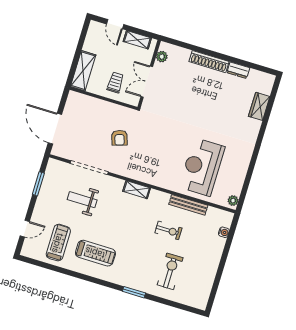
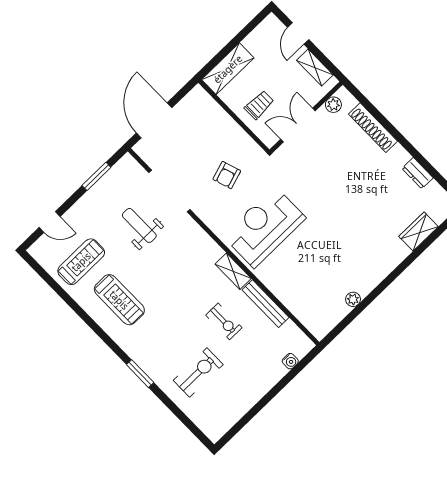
shoe rack: (209, 62) -> (373, 128), moved
reception desk: (202, 167) -> (264, 227), moved
shelving: (137, 190) -> (233, 271), moved
plant: (233, 201) -> (353, 299), moved

